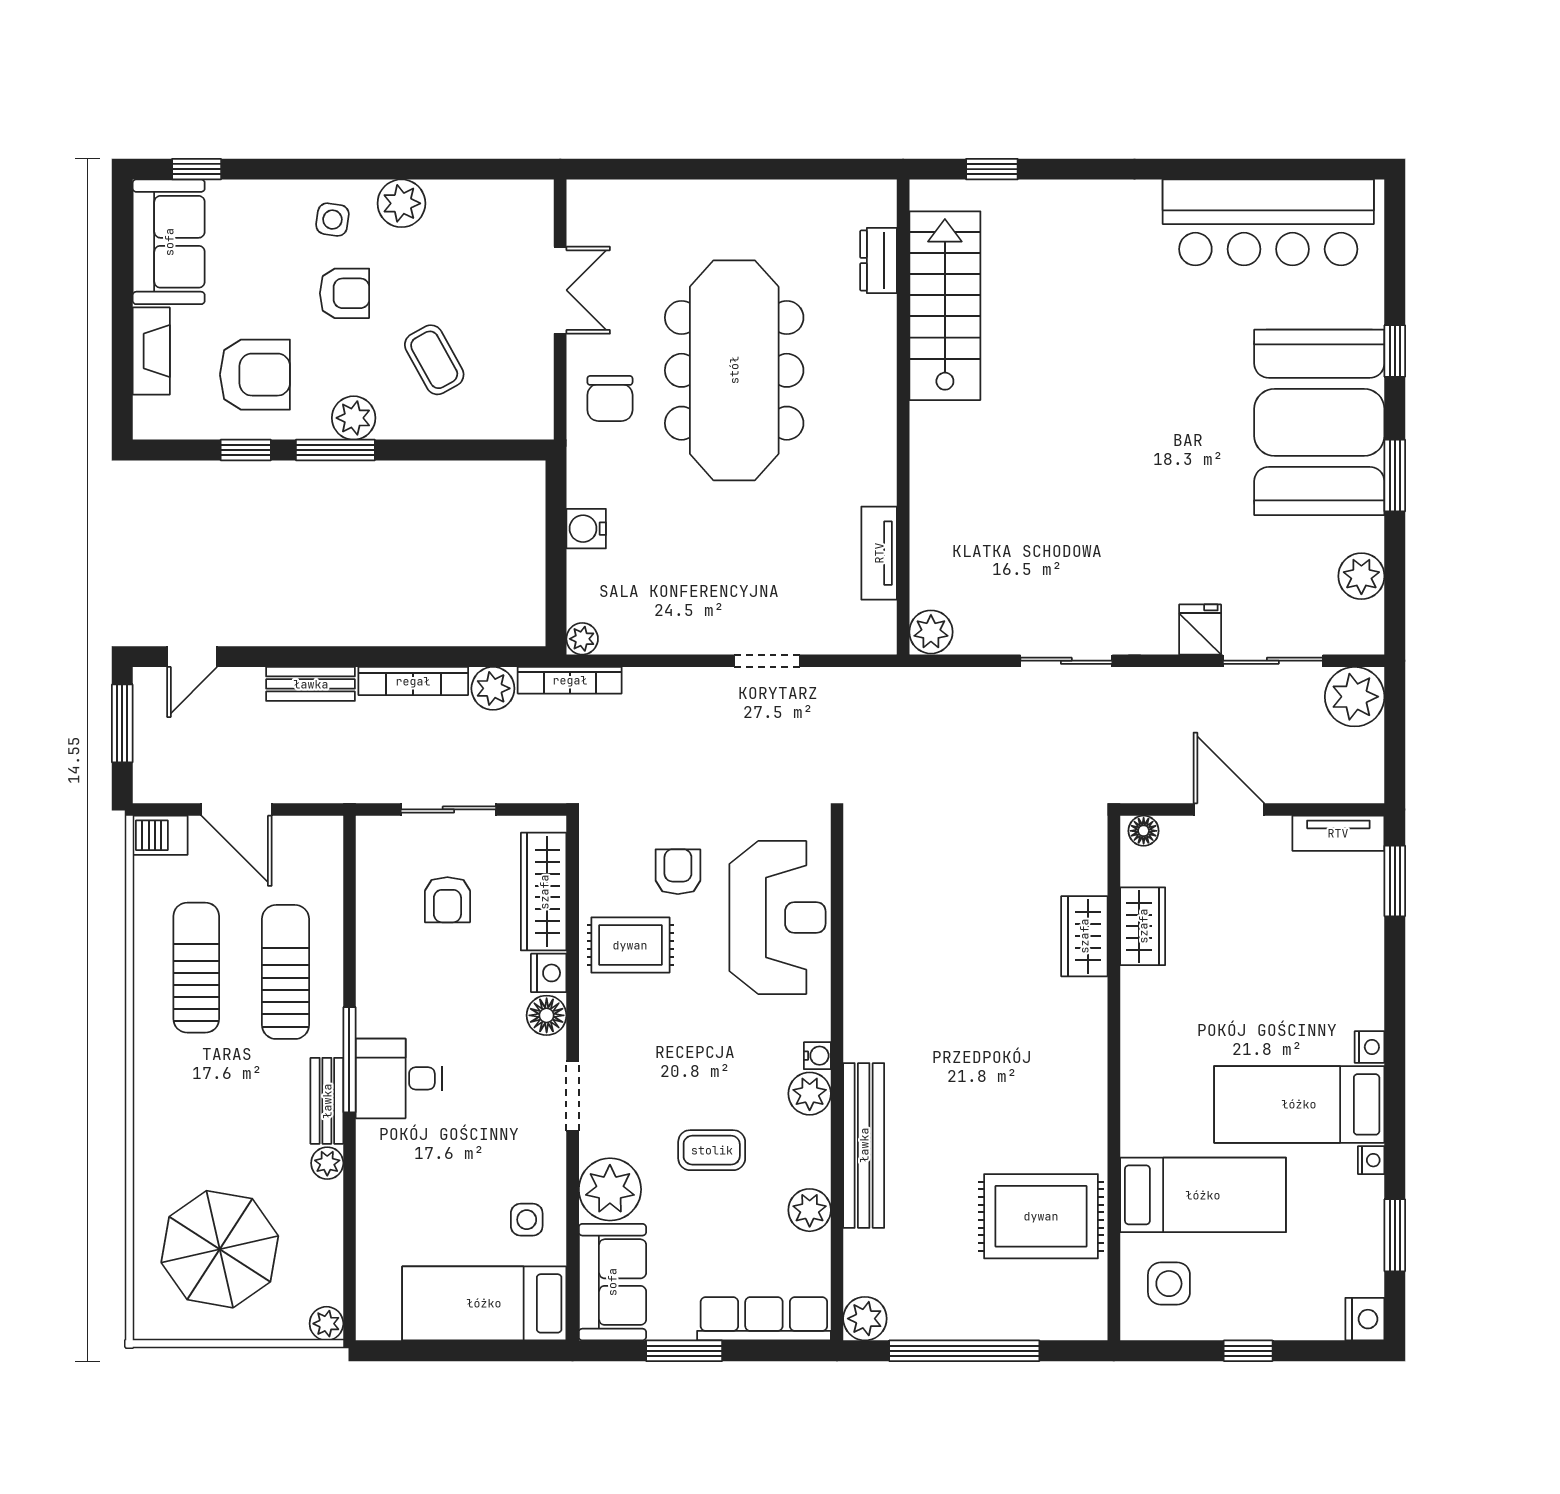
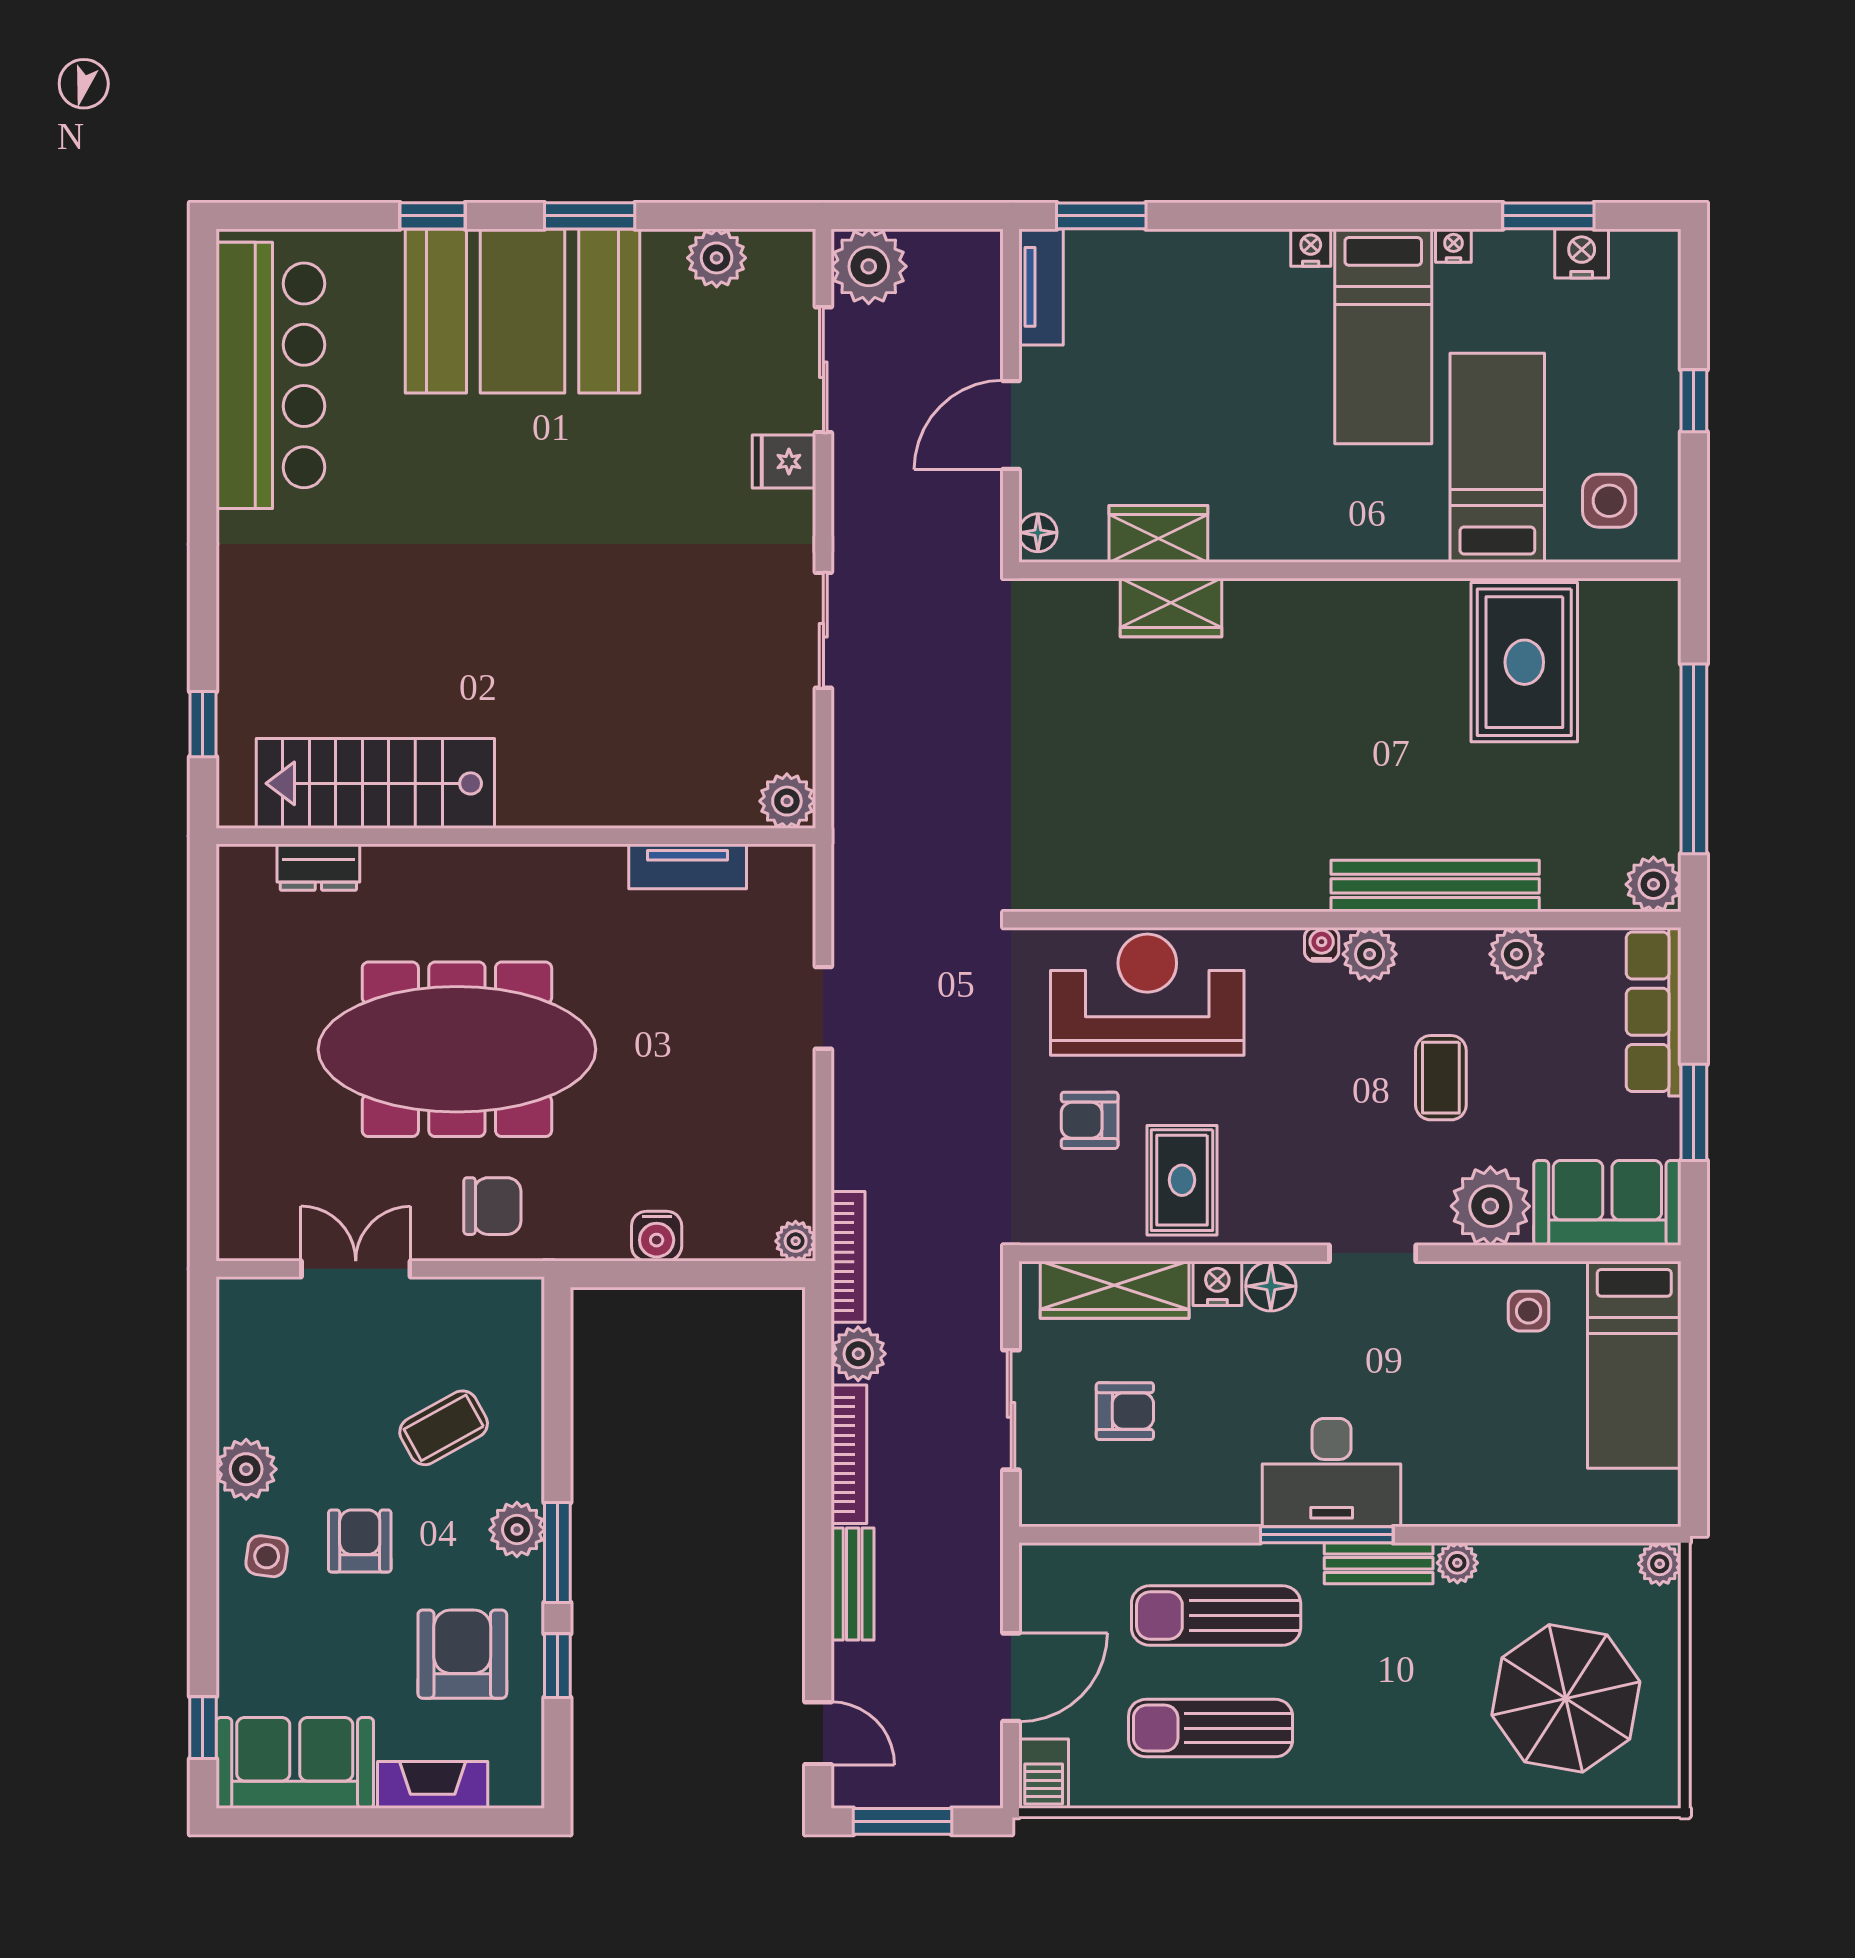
desk: (399, 1078) -> (1332, 1473), width x1.37
nightstand: (1365, 1319) -> (1582, 254), moved

